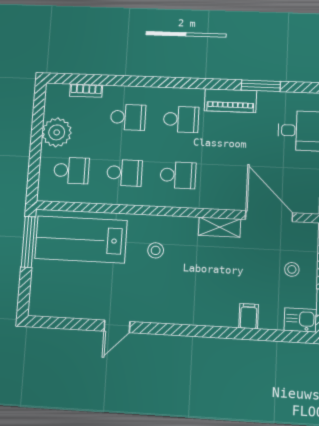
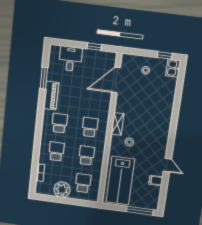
shelving: (220, 227) -> (118, 124), moved
window: (28, 242) -> (140, 211), moved
filing cabinet: (249, 316) -> (156, 181), moved

